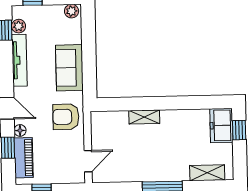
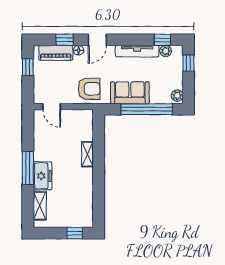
window: (89, 47) -> (147, 109), added
armchair: (66, 117) -> (89, 89), turned 90
freezer: (221, 125) -> (43, 176), moved, turned 90

